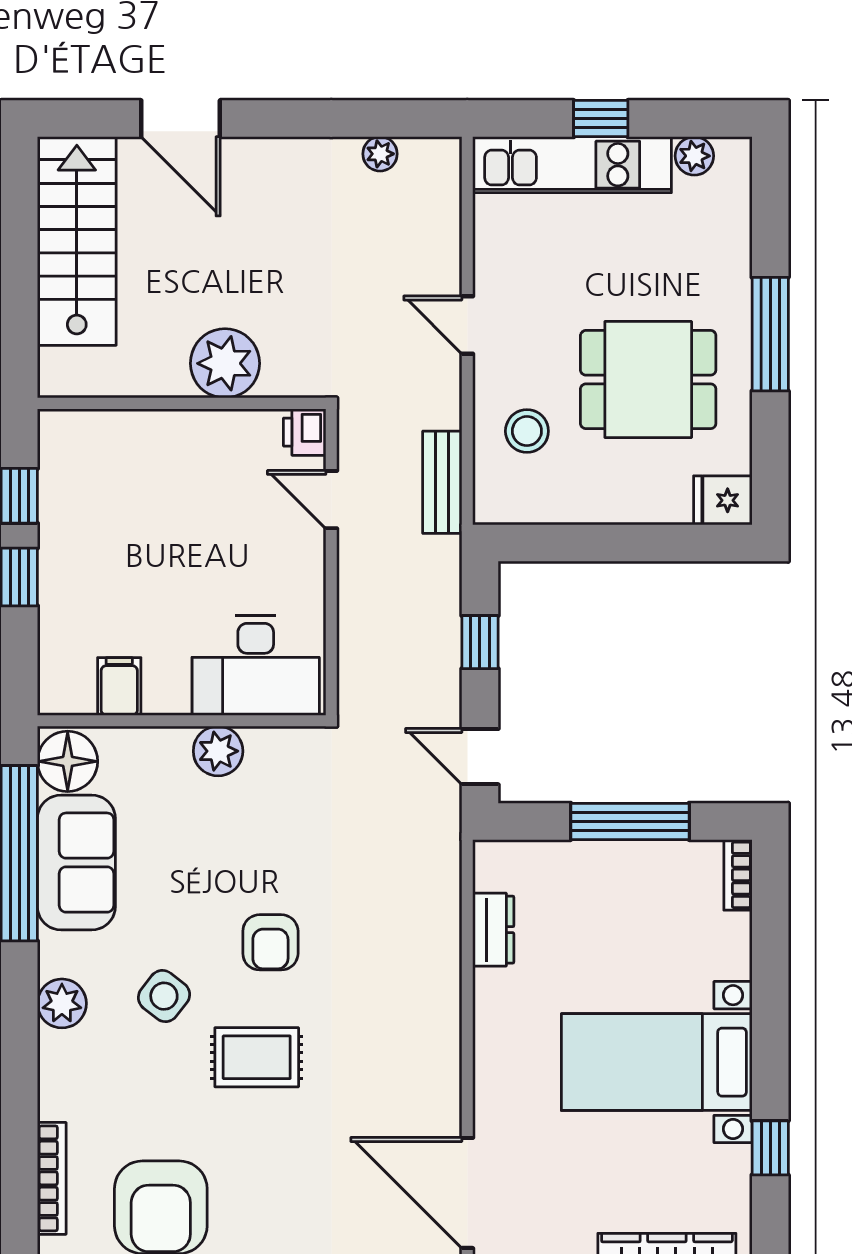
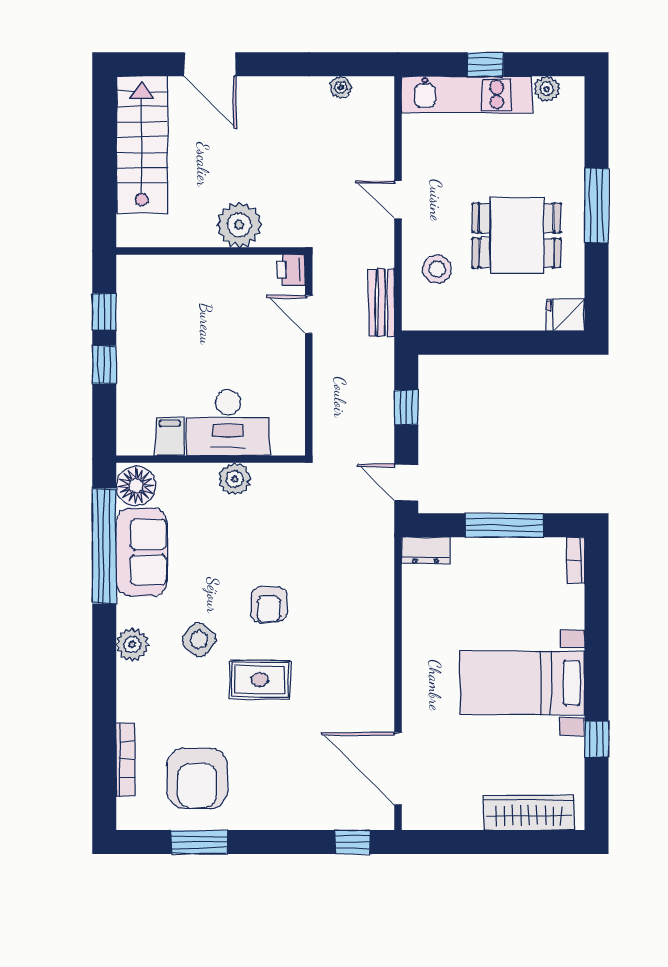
desk: (256, 665) -> (228, 423), moved
dresser: (493, 930) -> (425, 551), moved, turned 90

